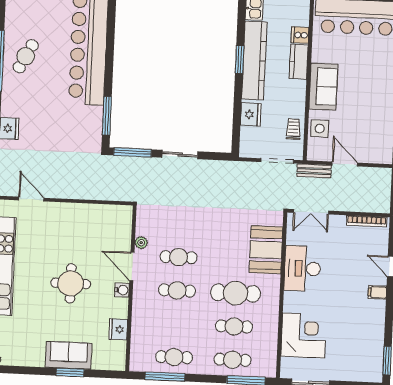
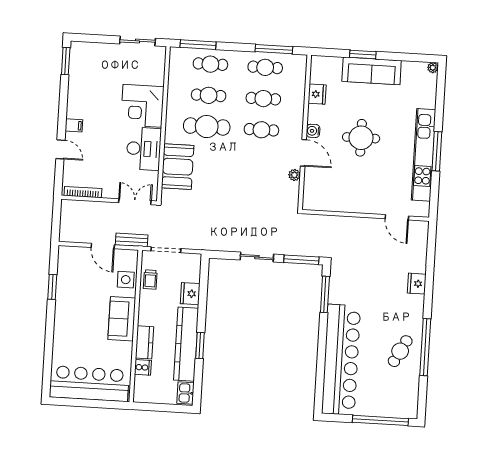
cafe table: (179, 257) -> (263, 99), moved
corner desk: (304, 335) -> (142, 106), moved
sofa: (69, 355) -> (372, 71), width x1.36

